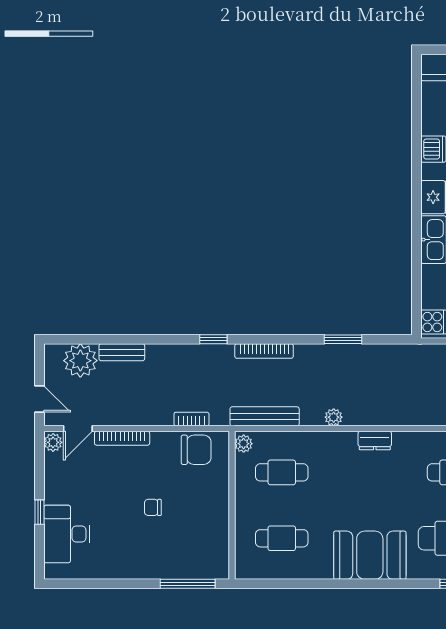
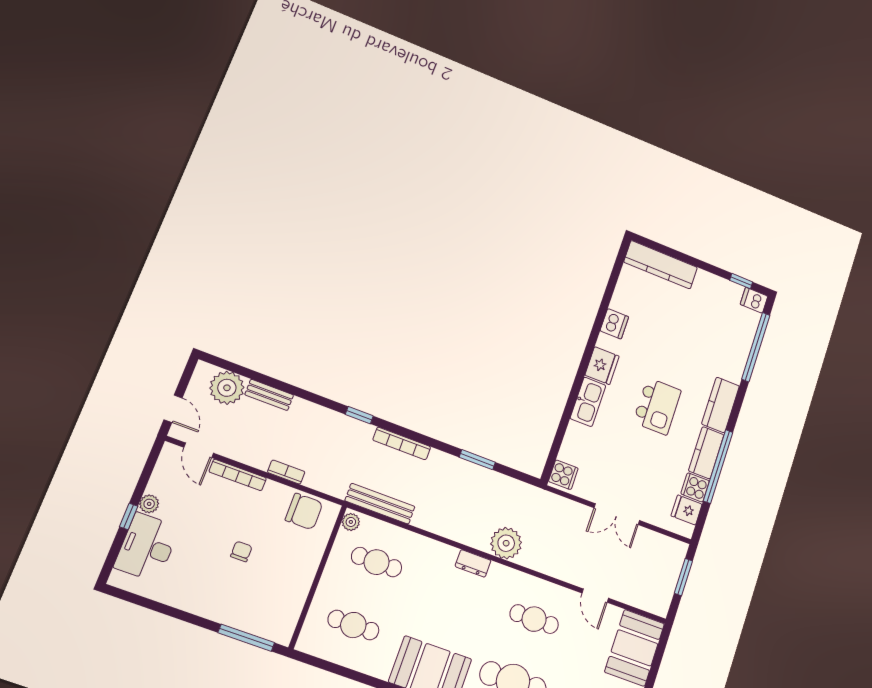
plant: (334, 417) -> (506, 543), moved, width x1.87, depth x1.87
bookcase: (191, 419) -> (286, 472), moved
door: (78, 429) -> (199, 450), hinge flipped
plant: (53, 442) -> (149, 504), moved
chair: (153, 507) -> (241, 551), turned 90

